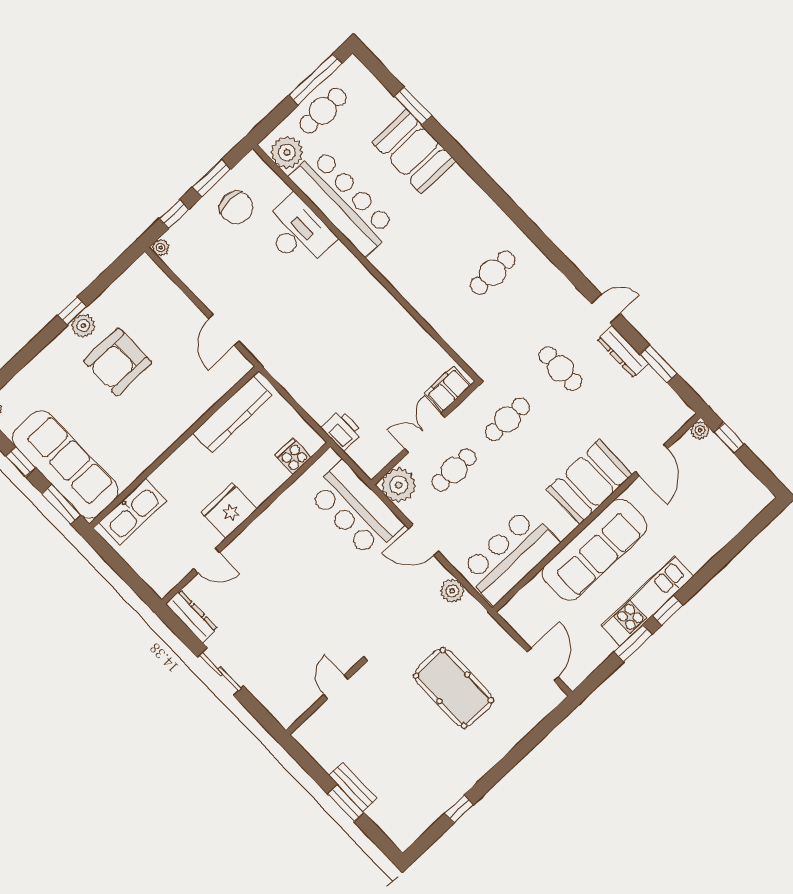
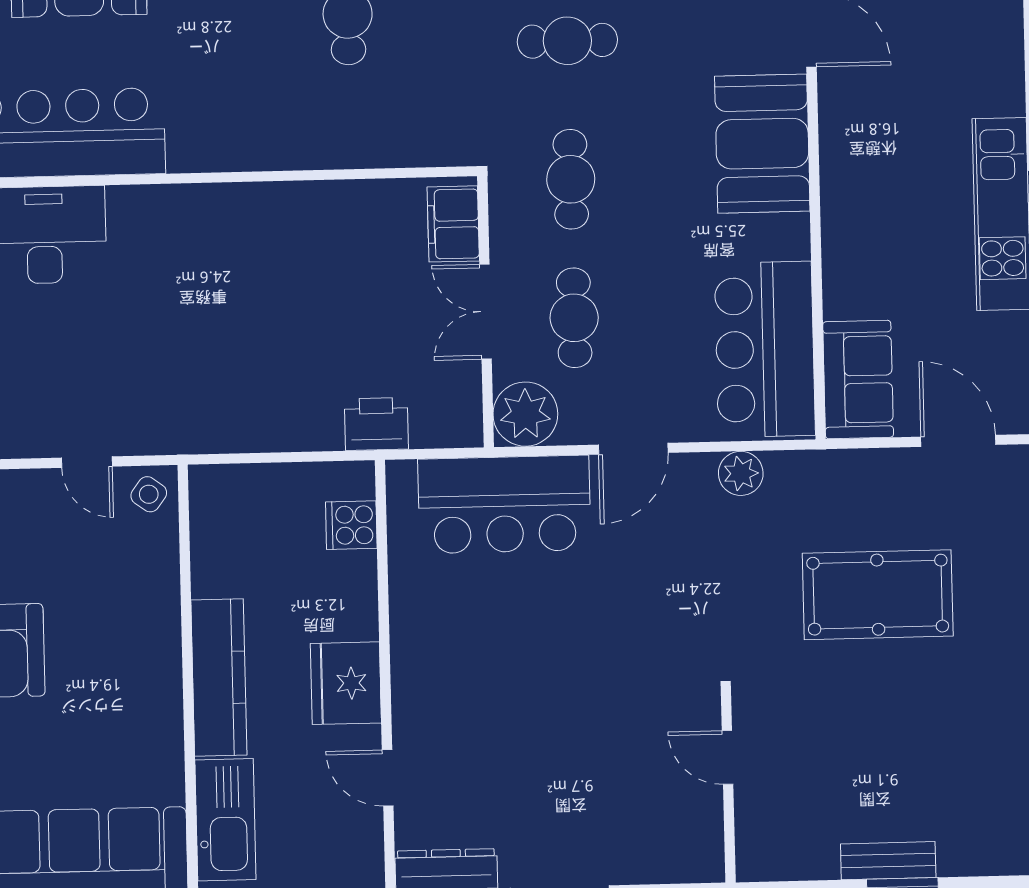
door: (224, 330) -> (87, 462), width x0.73
side table: (233, 366) -> (149, 494), added
kitchen counter: (233, 414) -> (219, 678), moved
sofa: (595, 550) -> (858, 380), moved, width x0.54, depth x0.79
door: (207, 561) -> (388, 778), swing flipped

